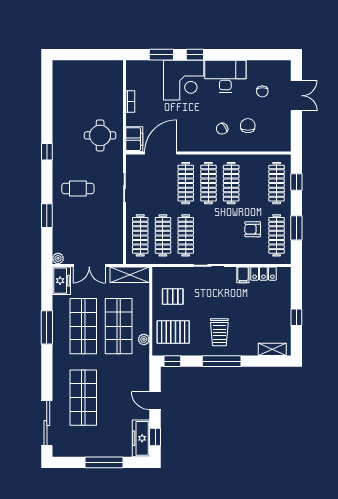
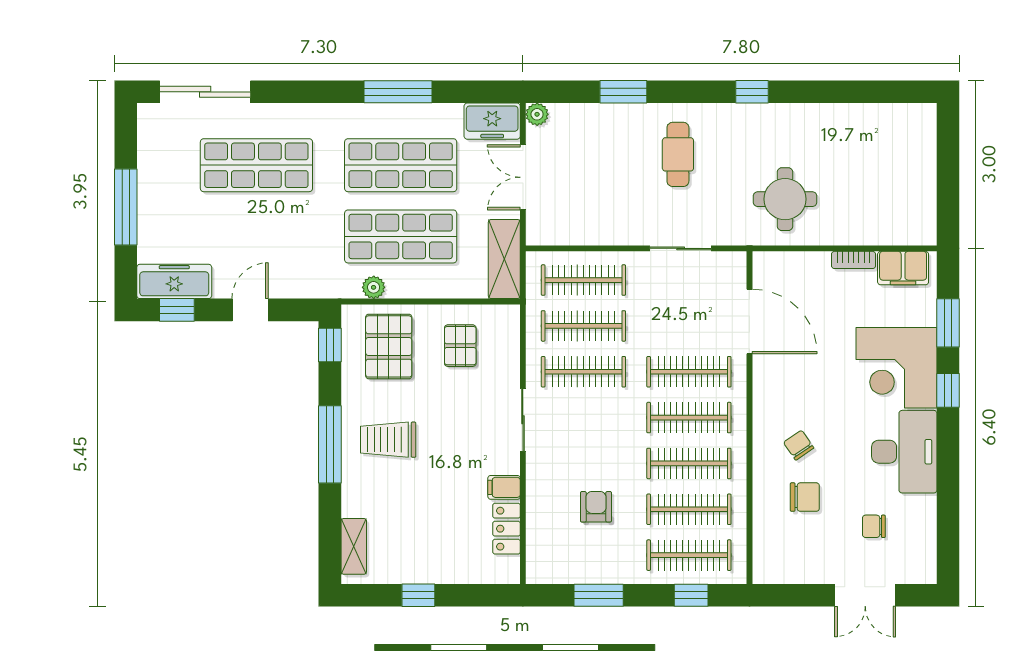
filing cabinet: (134, 139) -> (903, 268), moved
clothes rail: (277, 235) -> (689, 509), moved

